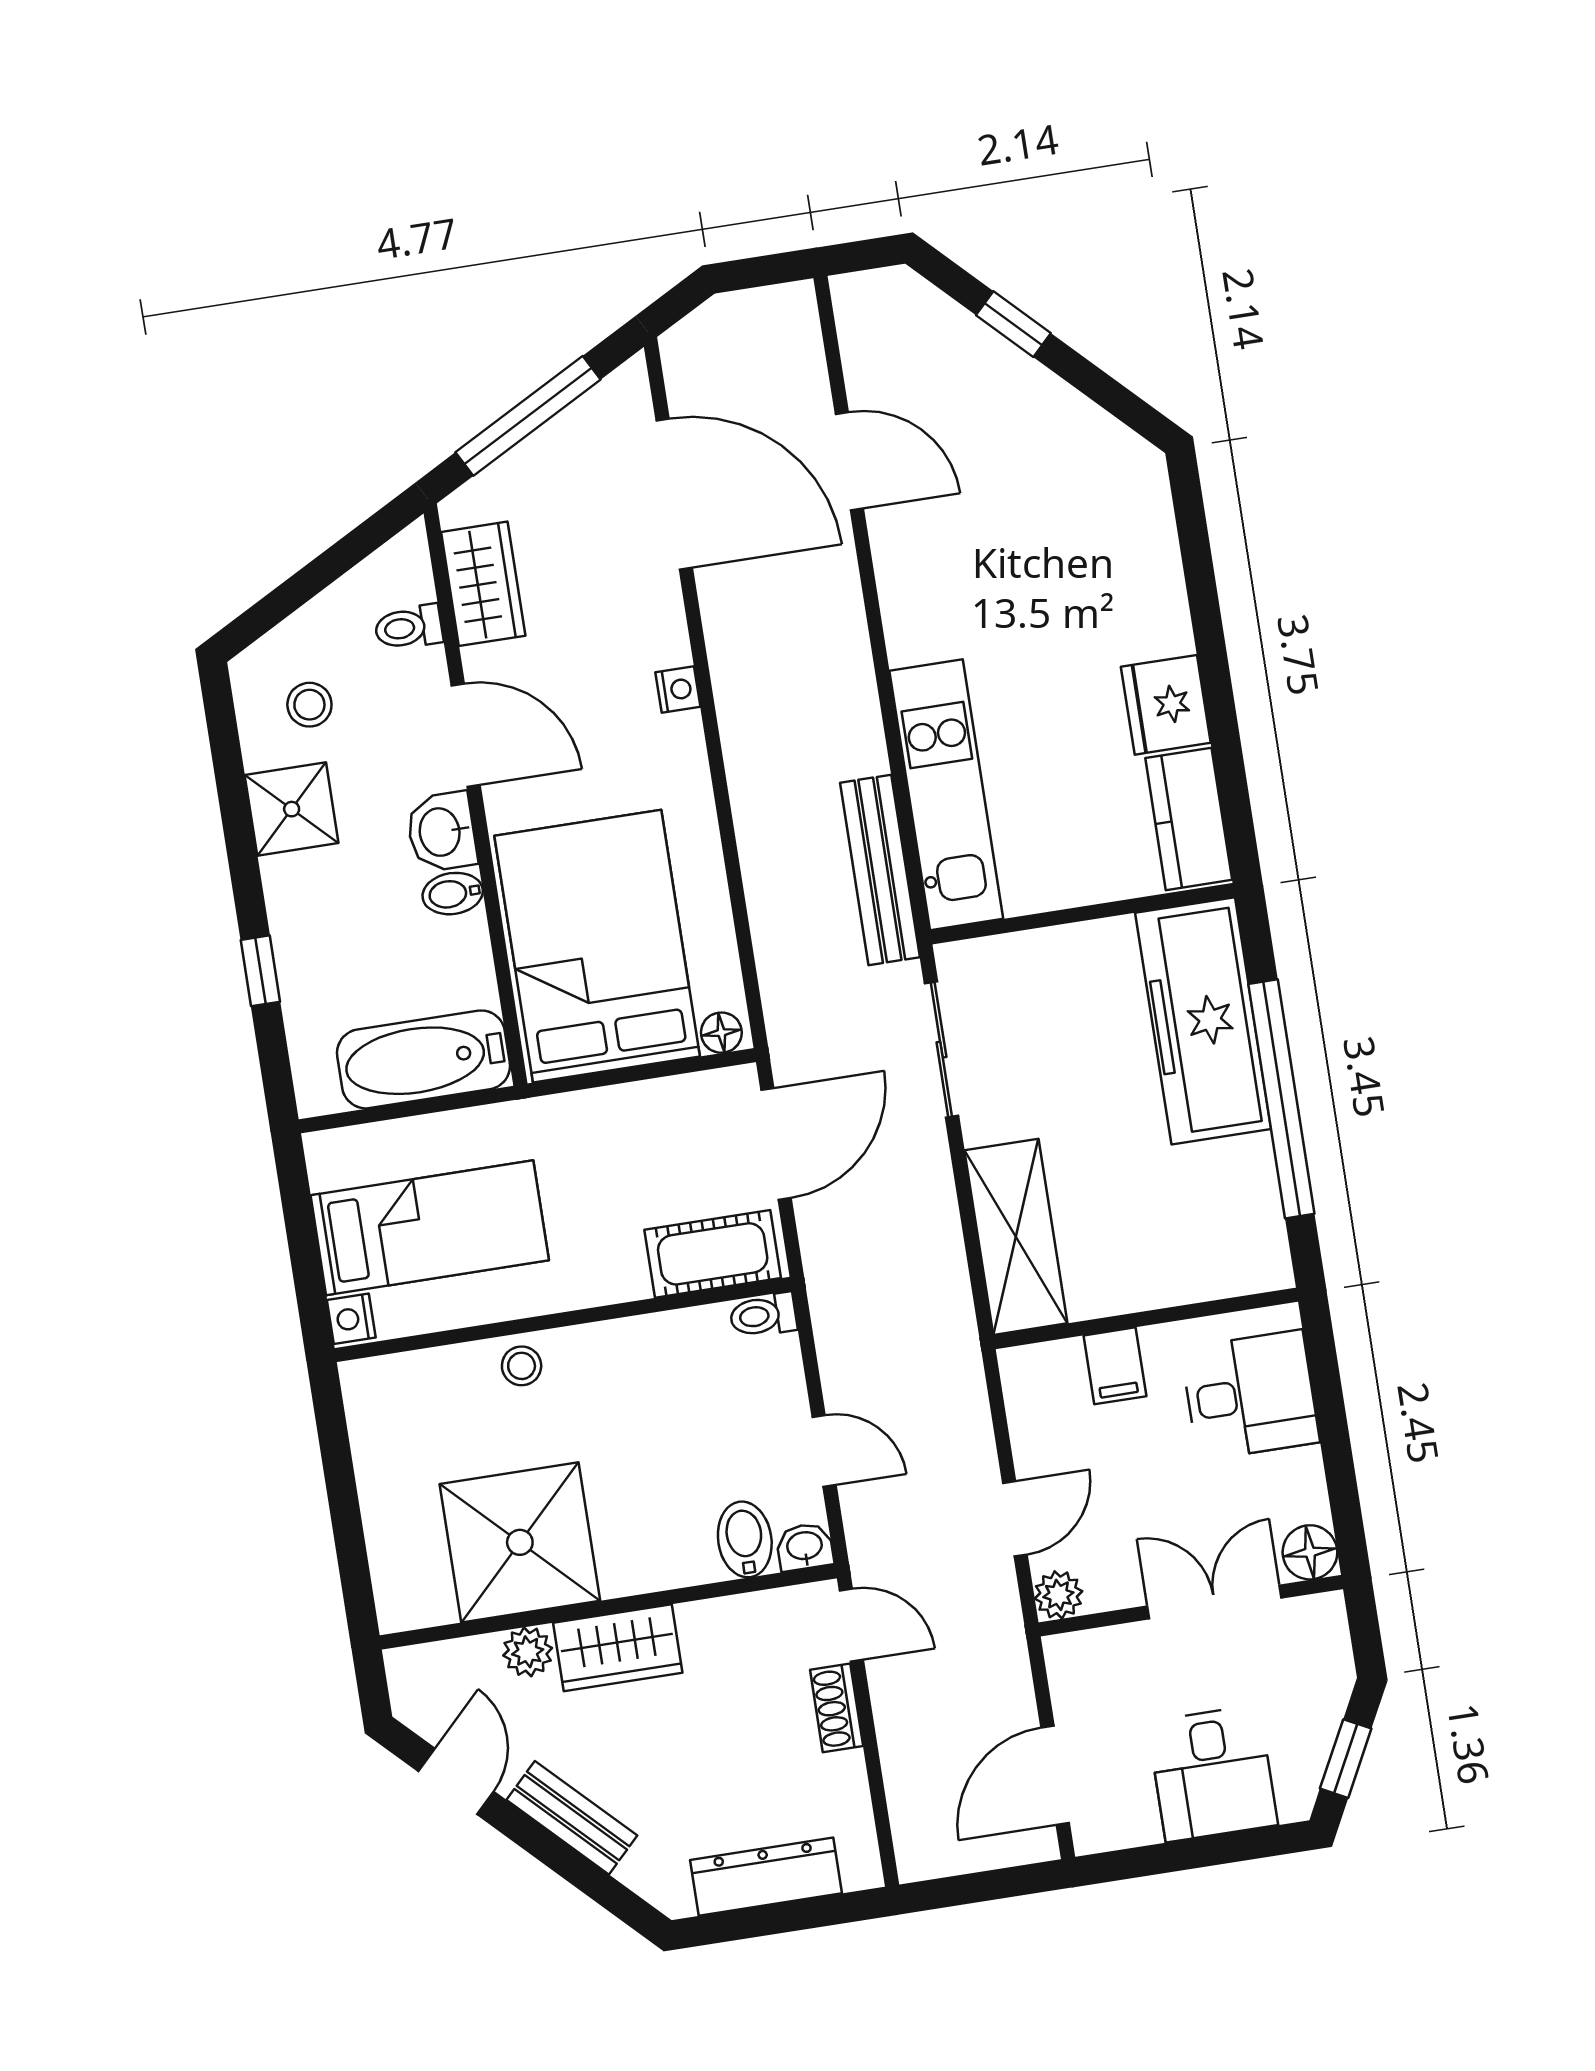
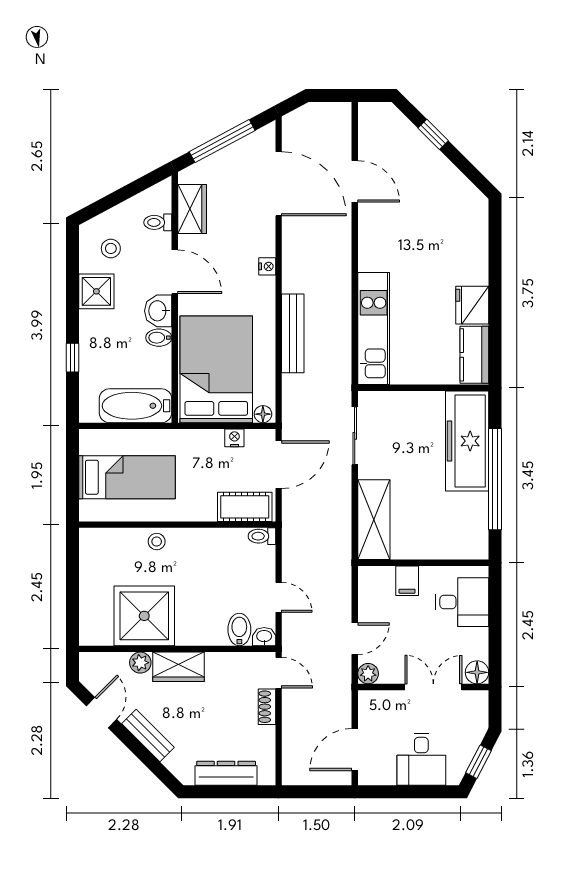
bench: (880, 870) -> (293, 333), moved
nightstand: (351, 1319) -> (234, 438), moved, turned 90

